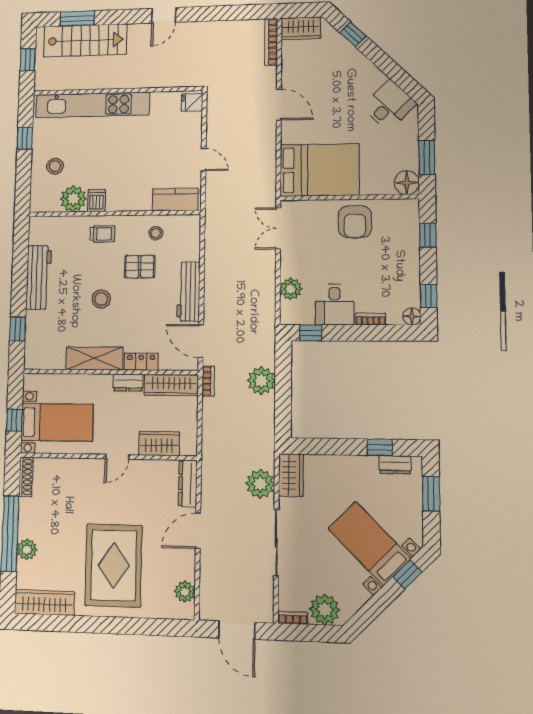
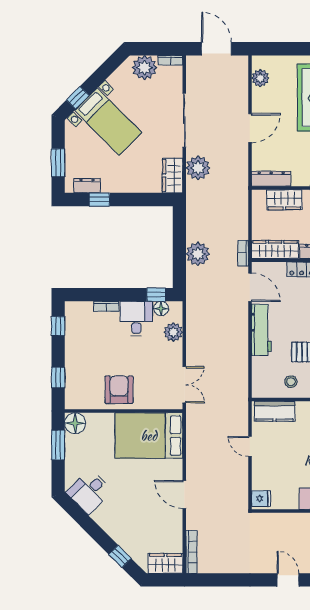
door: (164, 15) -> (288, 580), hinge flipped
floor lamp: (412, 316) -> (161, 309), moved
dresser: (188, 483) -> (271, 179), moved, turned -90

